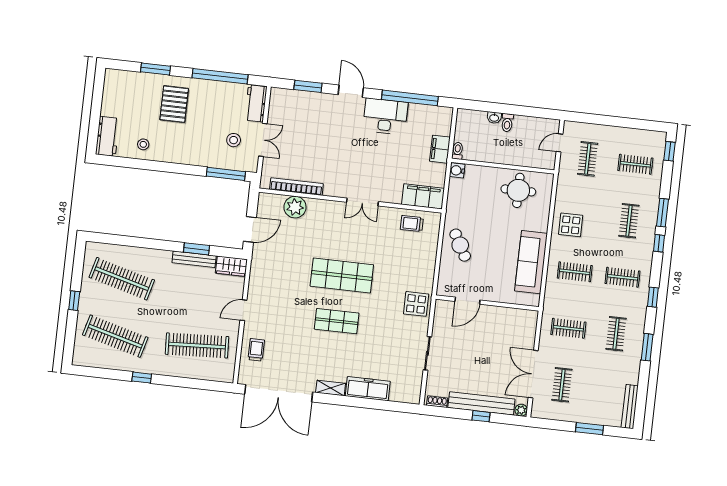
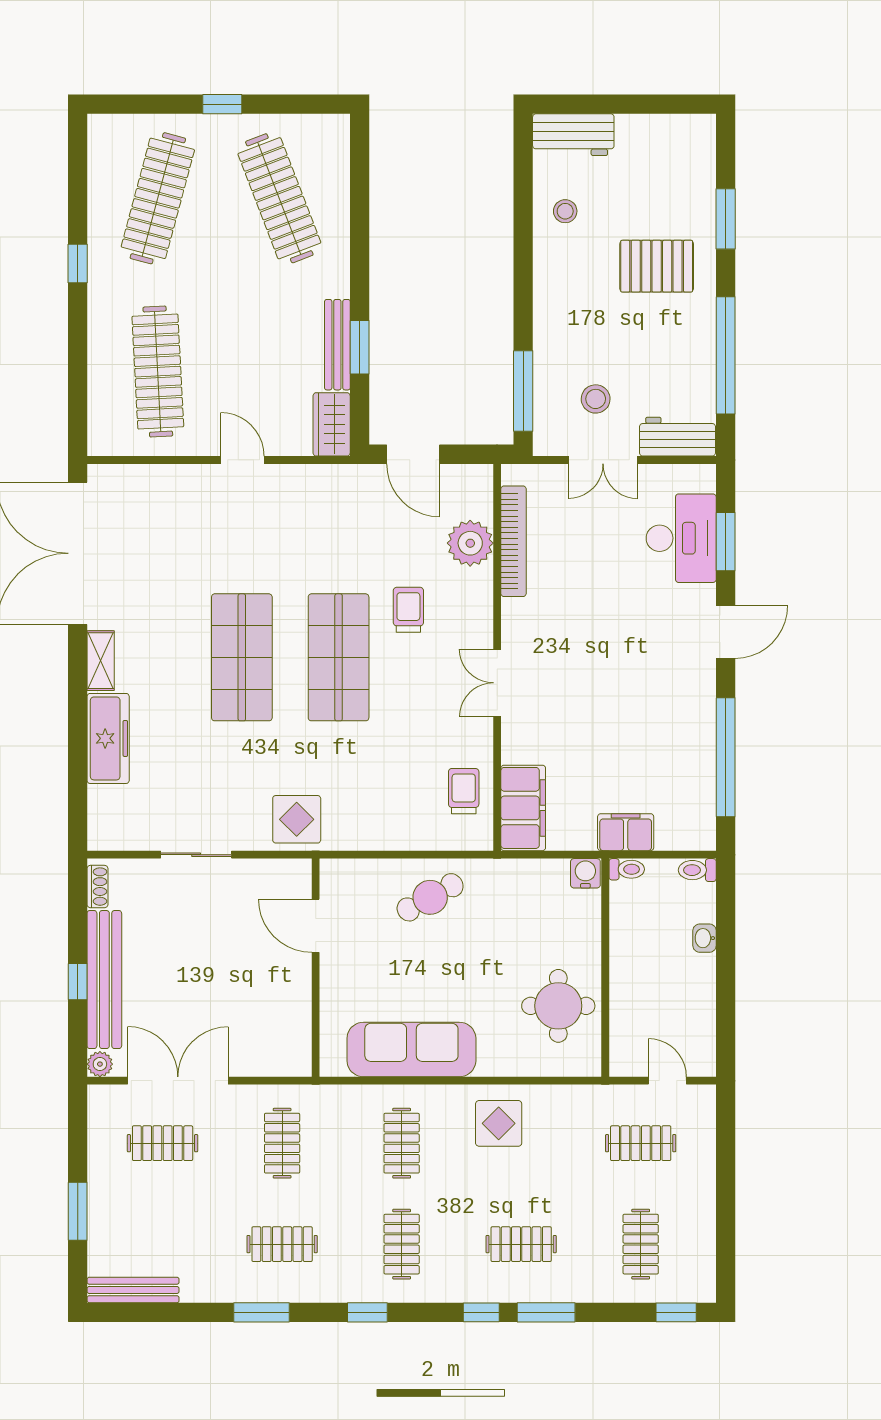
desk: (385, 116) -> (681, 538), moved
toilet: (507, 123) -> (697, 870), moved
clothes rail: (122, 279) -> (279, 198), turned -36
shop shelf: (337, 321) -> (242, 657), width x1.43, depth x1.36
trolley: (256, 350) -> (408, 610), moved, turned -90

